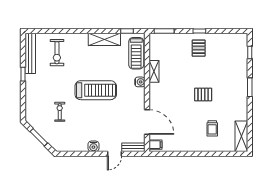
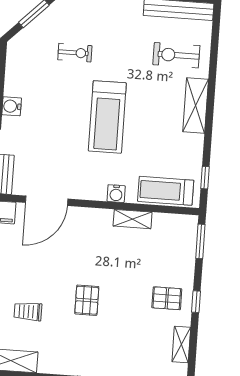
shelving: (225, 38) -> (181, 344), added
shelving: (104, 39) -> (196, 105), moved

